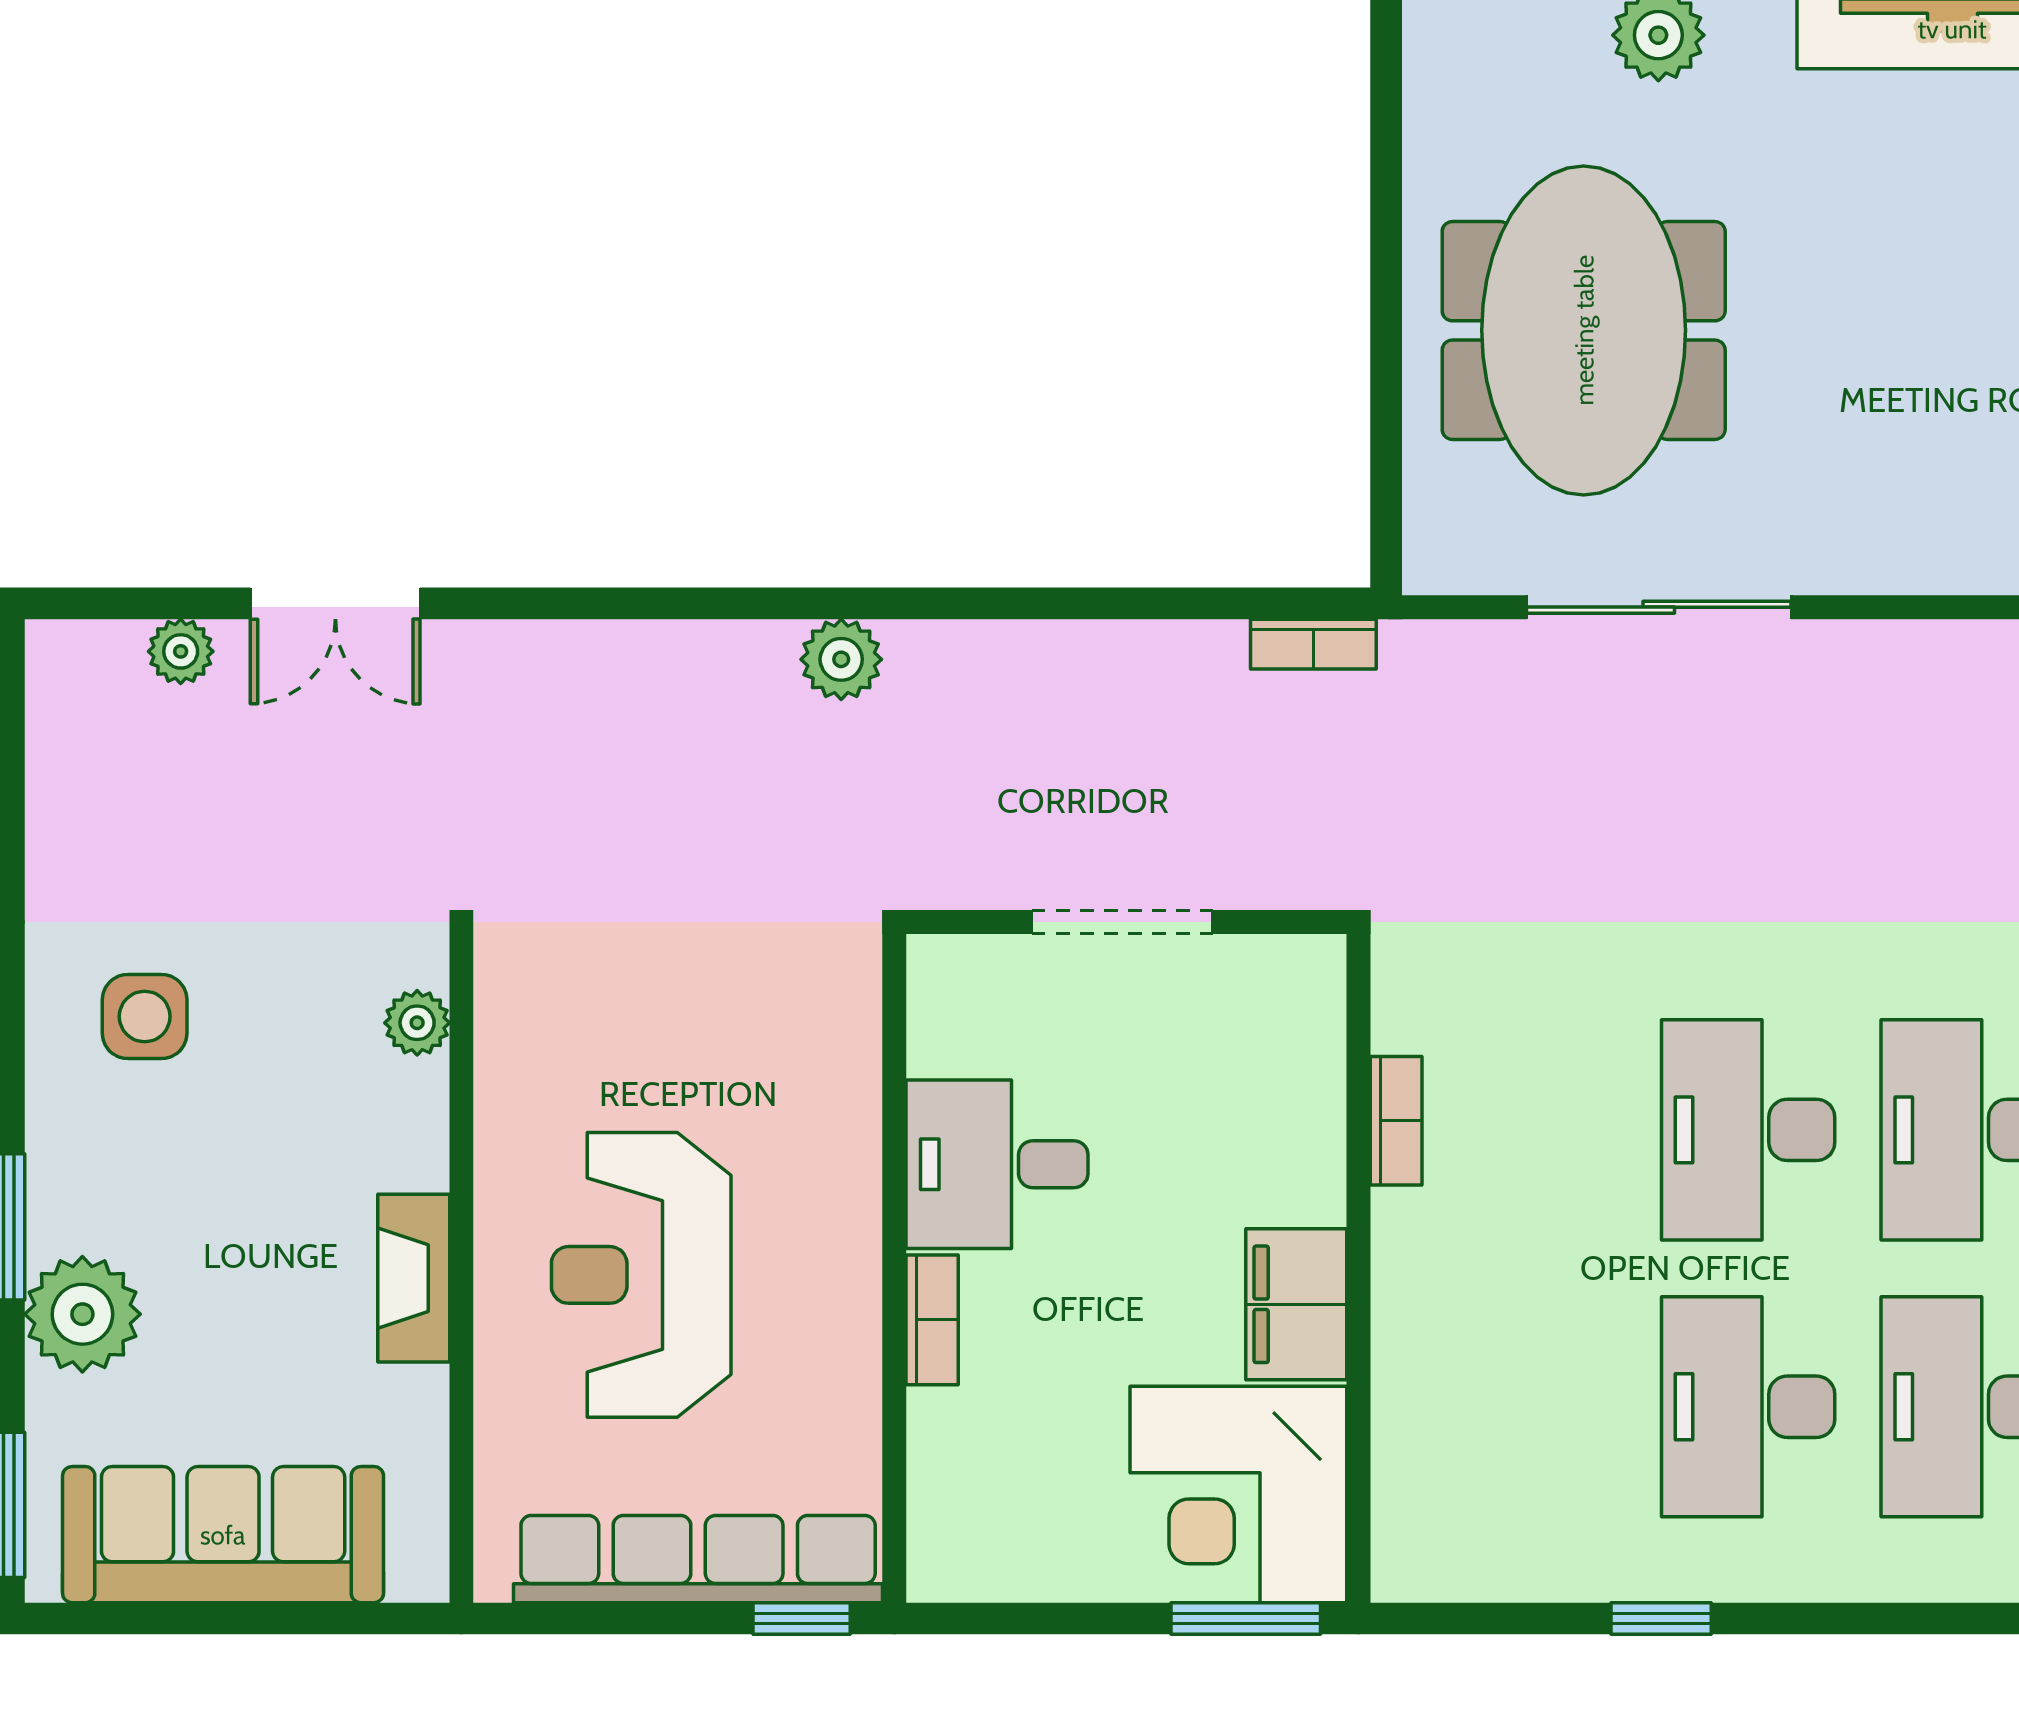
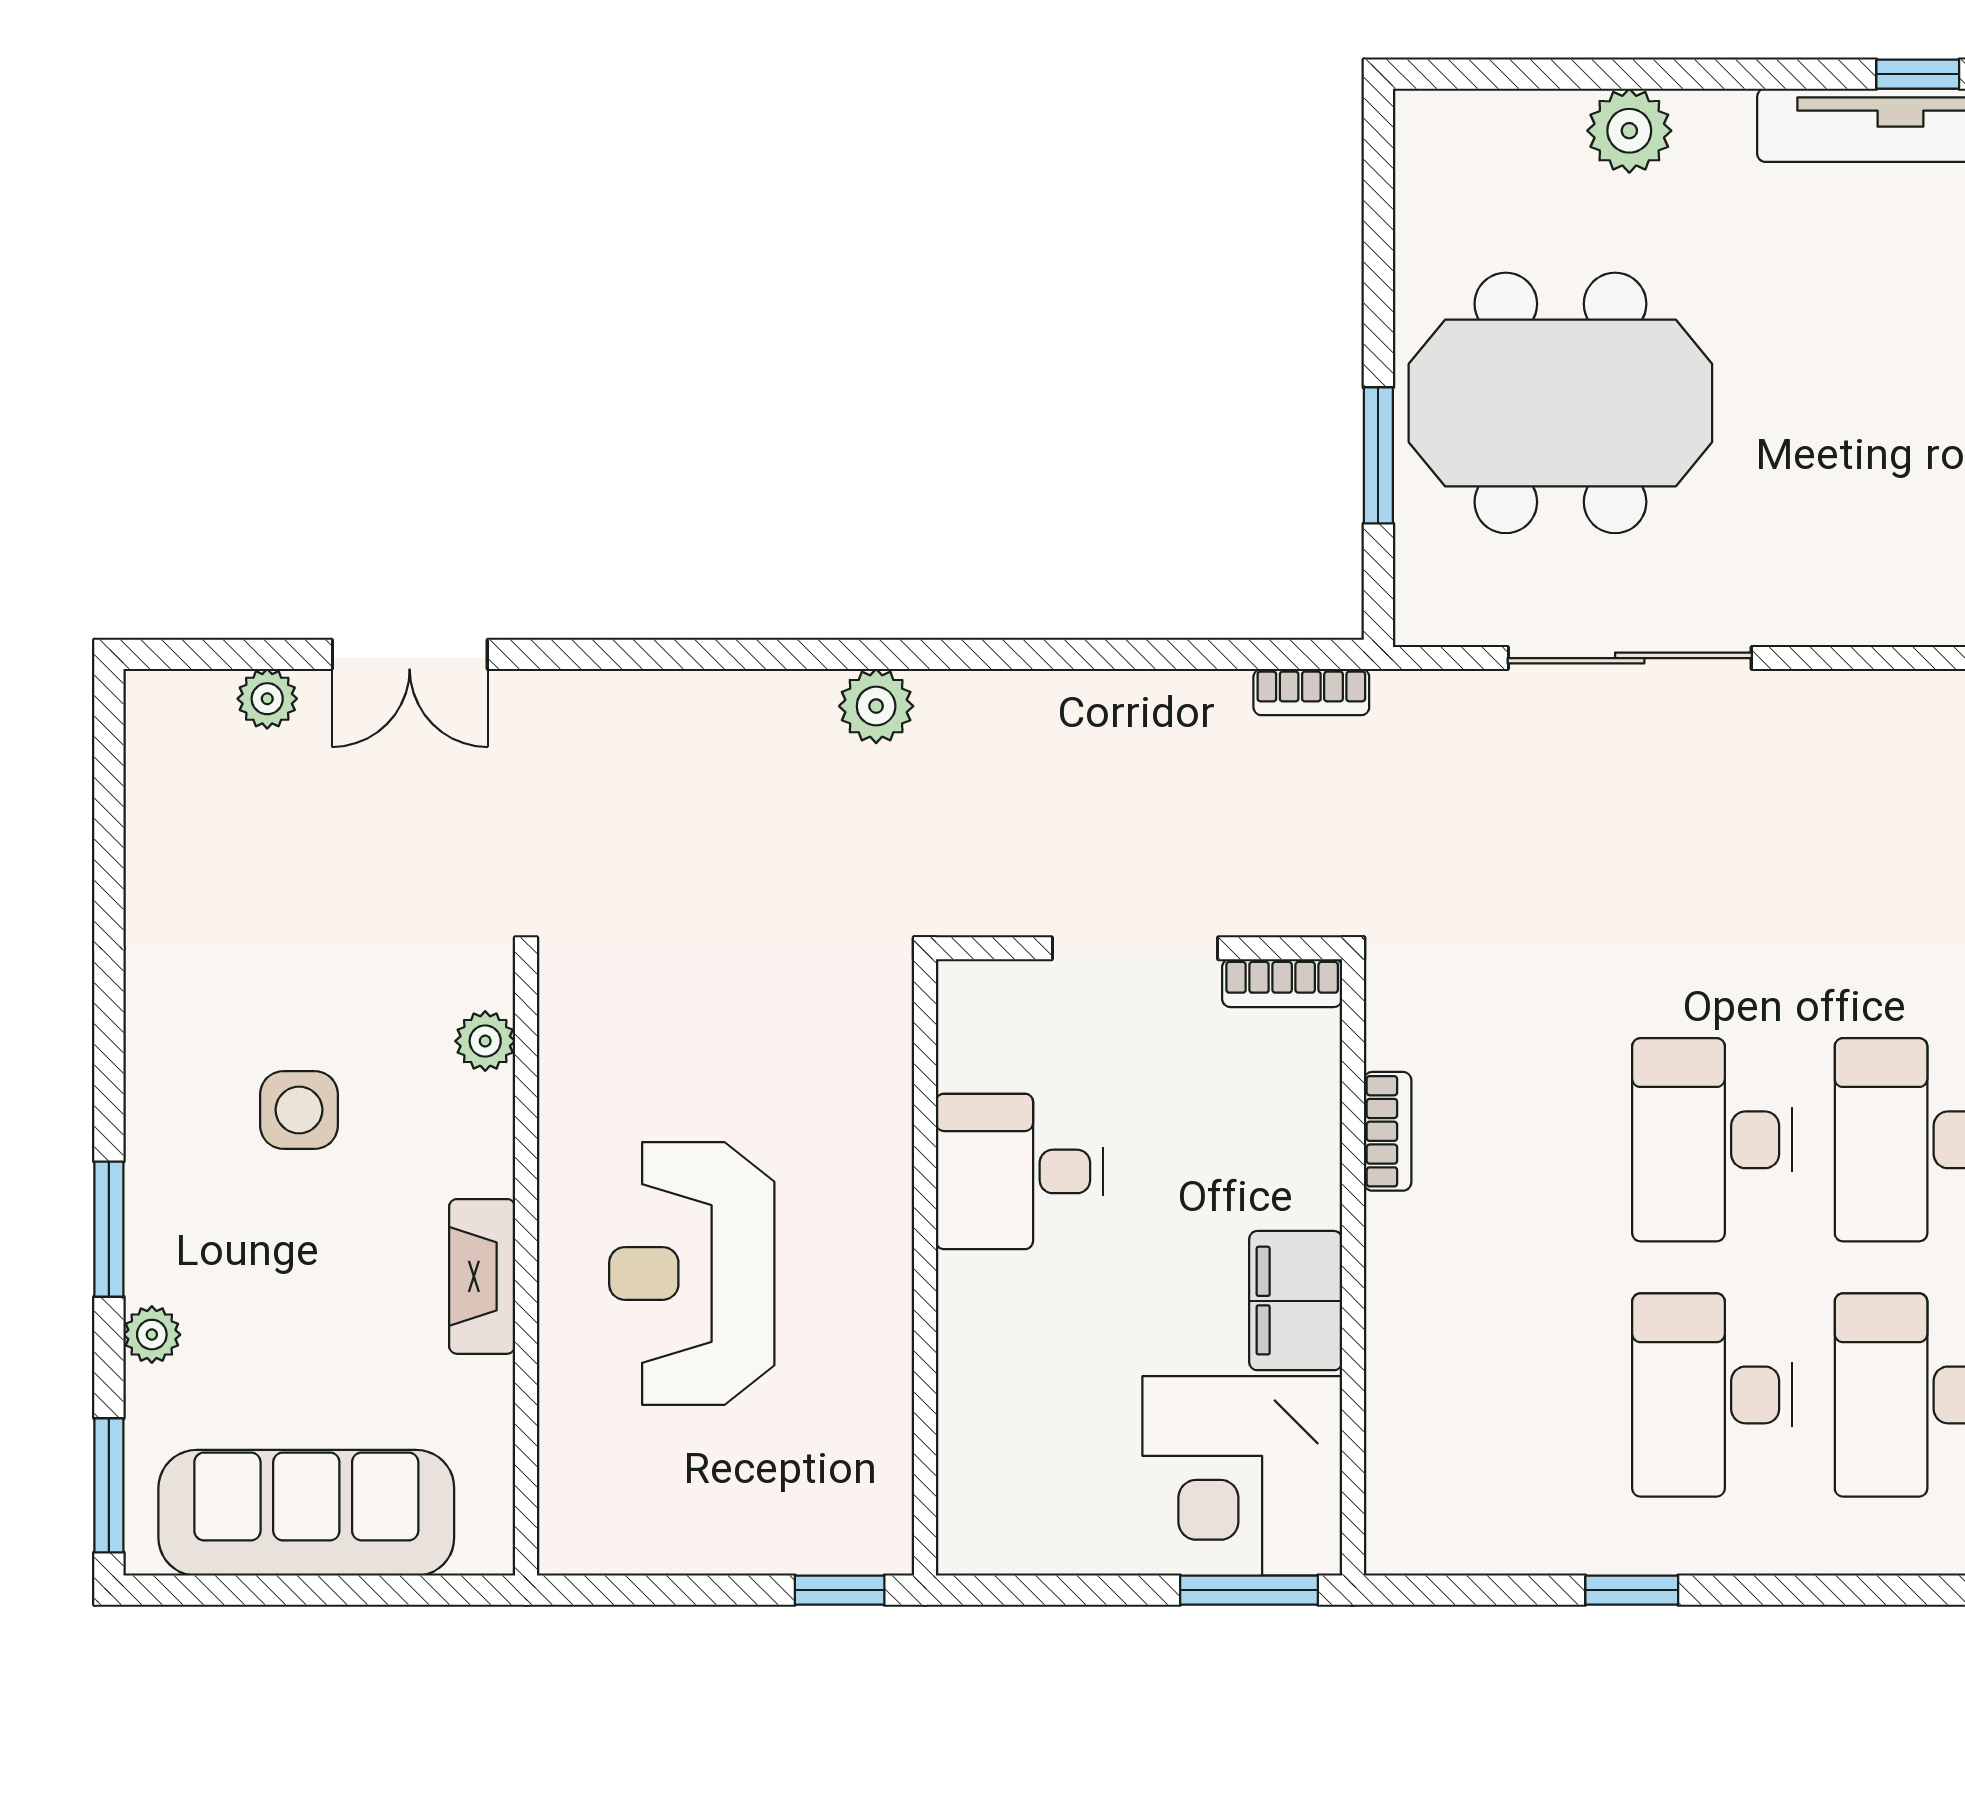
meeting table: (1584, 330) -> (1560, 403), turned 90
window: (1386, 387) -> (1378, 455), added
side table: (145, 1017) -> (299, 1110), moved
plant: (82, 1314) -> (152, 1335), width x0.53, depth x0.53
bookcase: (932, 1320) -> (1282, 983), moved, turned 90
row of seats: (698, 1559) -> (744, 1535), removed

